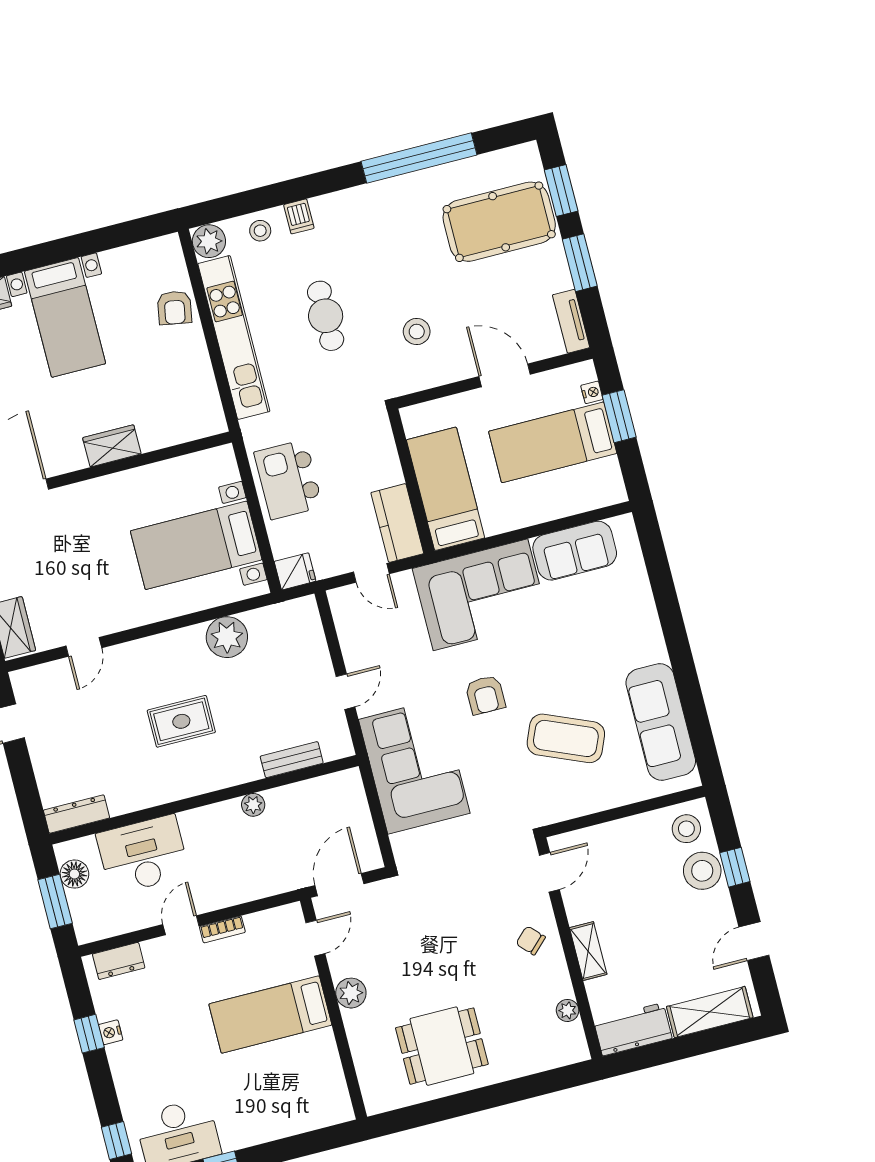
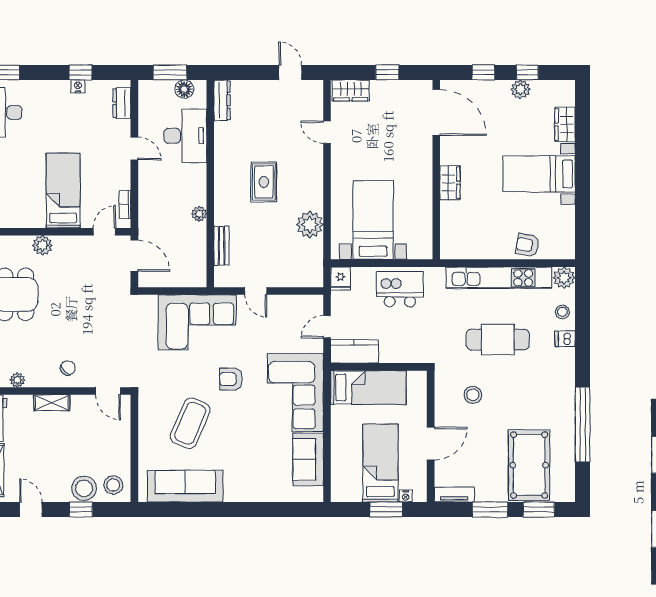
cafe table: (326, 316) -> (498, 340), width x1.37, depth x1.35
bookcase: (222, 929) -> (125, 204), moved
door: (315, 938) -> (104, 232), swing flipped
plant: (351, 993) -> (42, 245), moved

